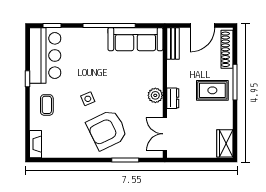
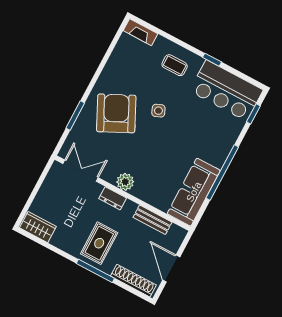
bench: (173, 43) -> (152, 220), moved

